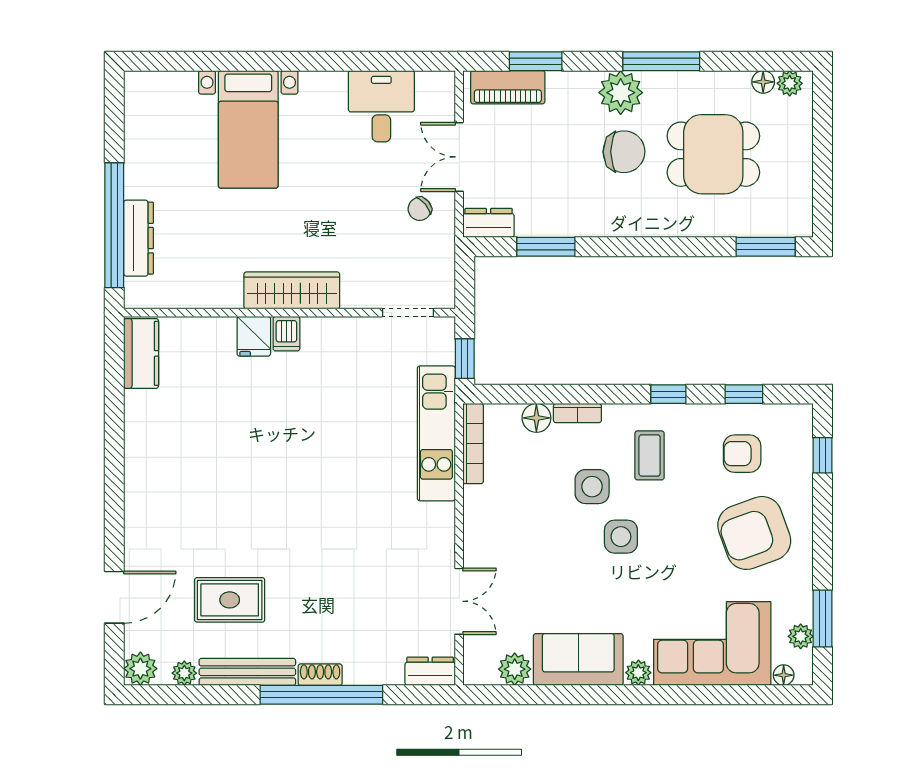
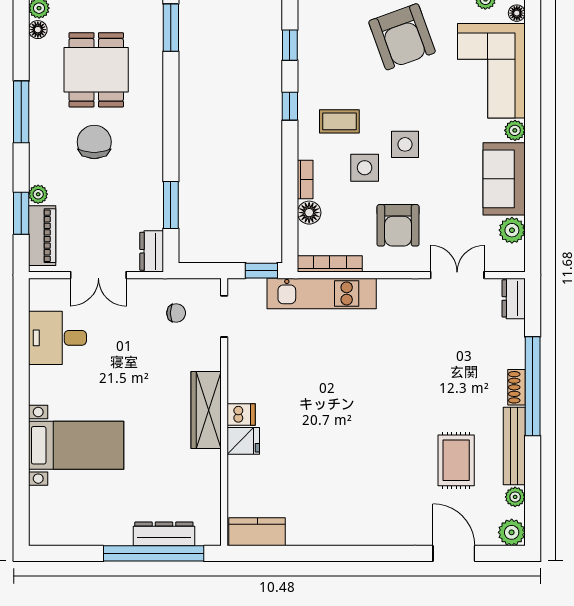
plant: (621, 93) -> (38, 194), moved, width x0.53, depth x0.53
chair: (420, 209) -> (176, 313), moved, turned -50
armchair: (742, 454) -> (398, 225), moved, width x1.38, depth x1.38

